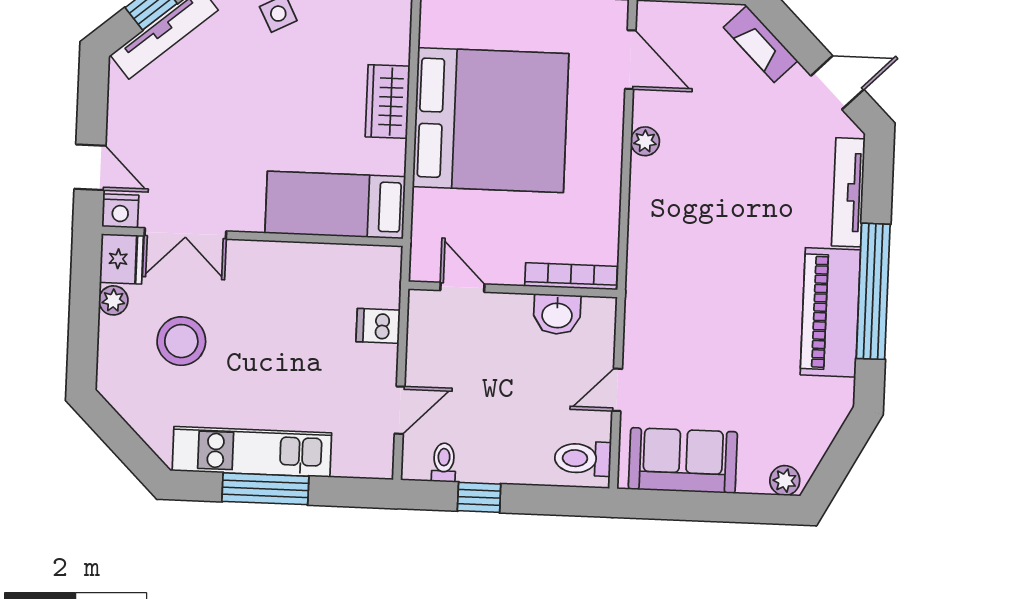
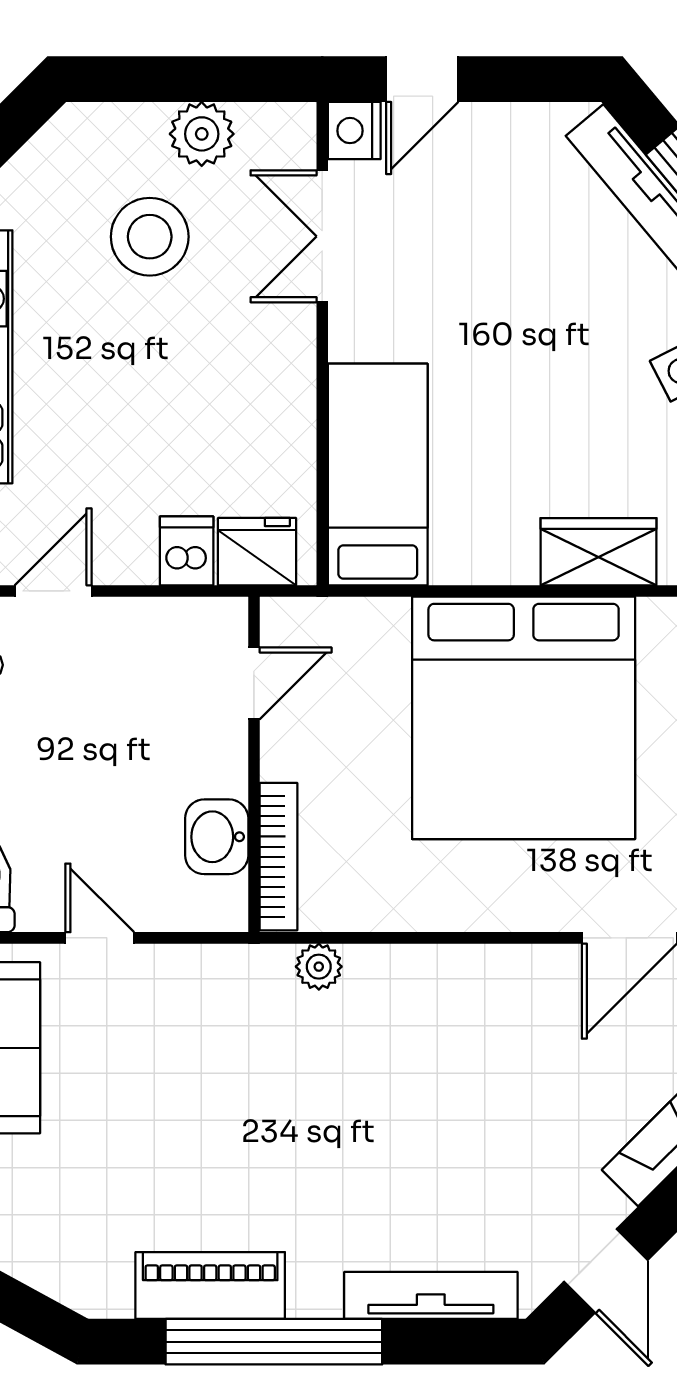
wardrobe: (388, 102) -> (598, 552), moved
plant: (645, 141) -> (319, 967), moved
fridge: (121, 259) -> (257, 552), moved, turned 180
plant: (113, 300) -> (202, 134), width x1.38, depth x1.38
piano: (830, 312) -> (210, 1285), width x0.73, depth x0.75
door: (400, 410) -> (53, 591), swing flipped

